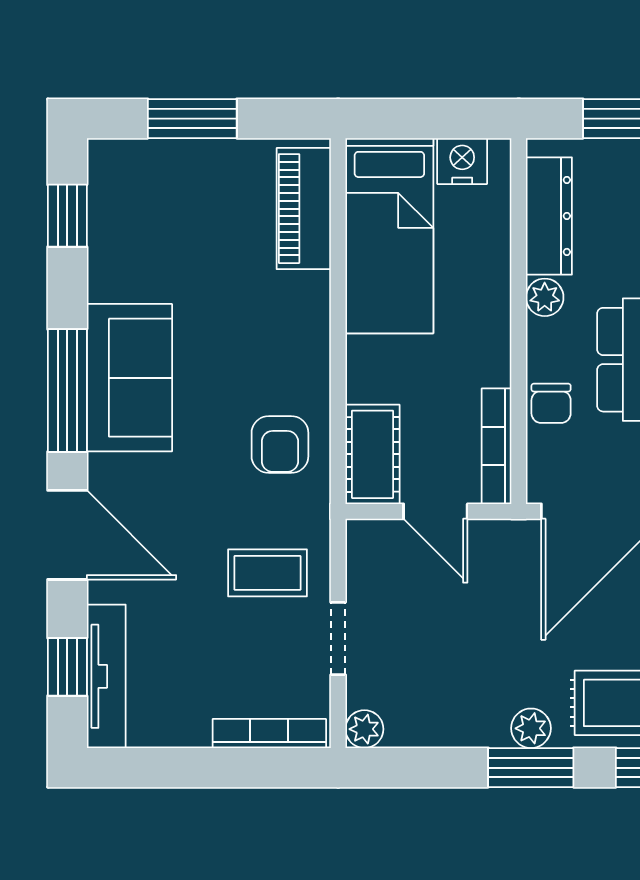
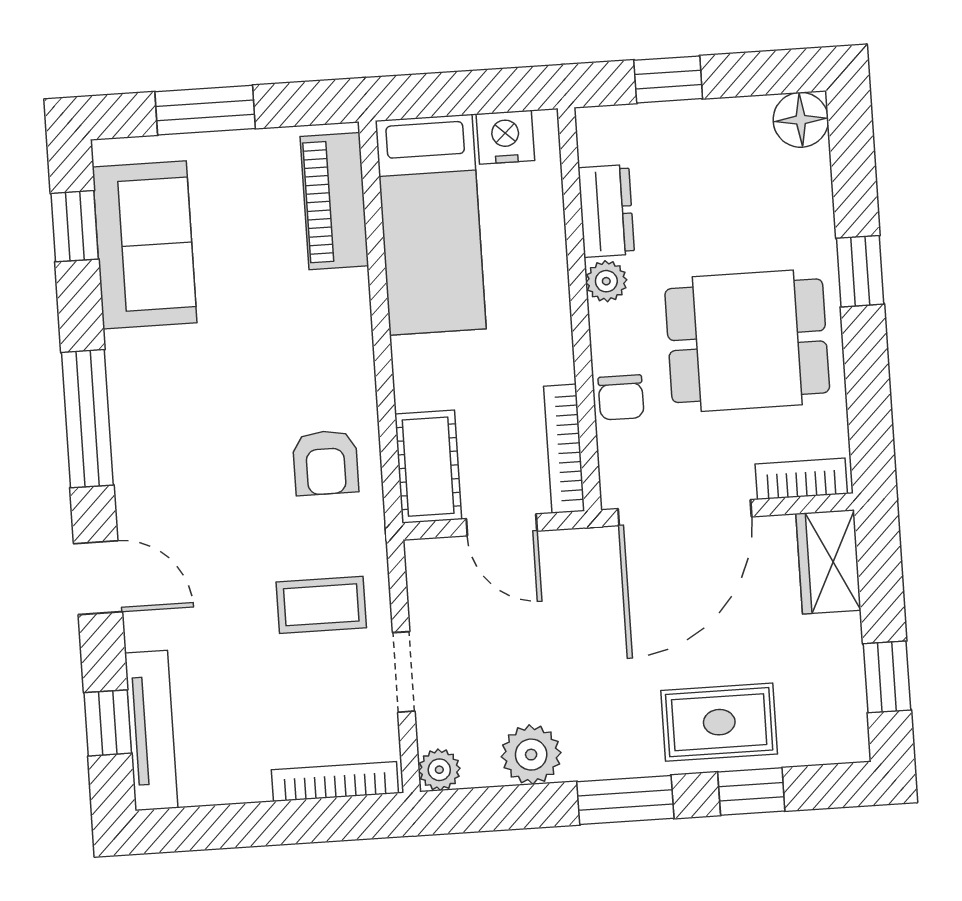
dresser: (549, 216) -> (606, 211), width x0.70
sofa: (129, 378) -> (145, 245), moved
door: (67, 535) -> (98, 578), width x0.73
plant: (531, 728) -> (531, 755), moved, width x1.38, depth x1.38

